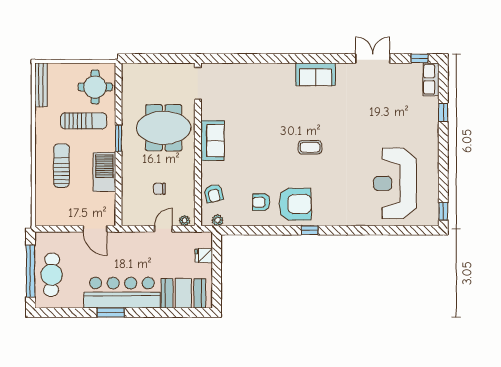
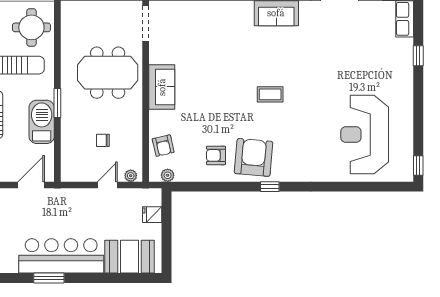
window: (118, 138) -> (57, 103), moved
armchair: (295, 204) -> (254, 157), turned -85
door: (95, 229) -> (31, 185), swing flipped

